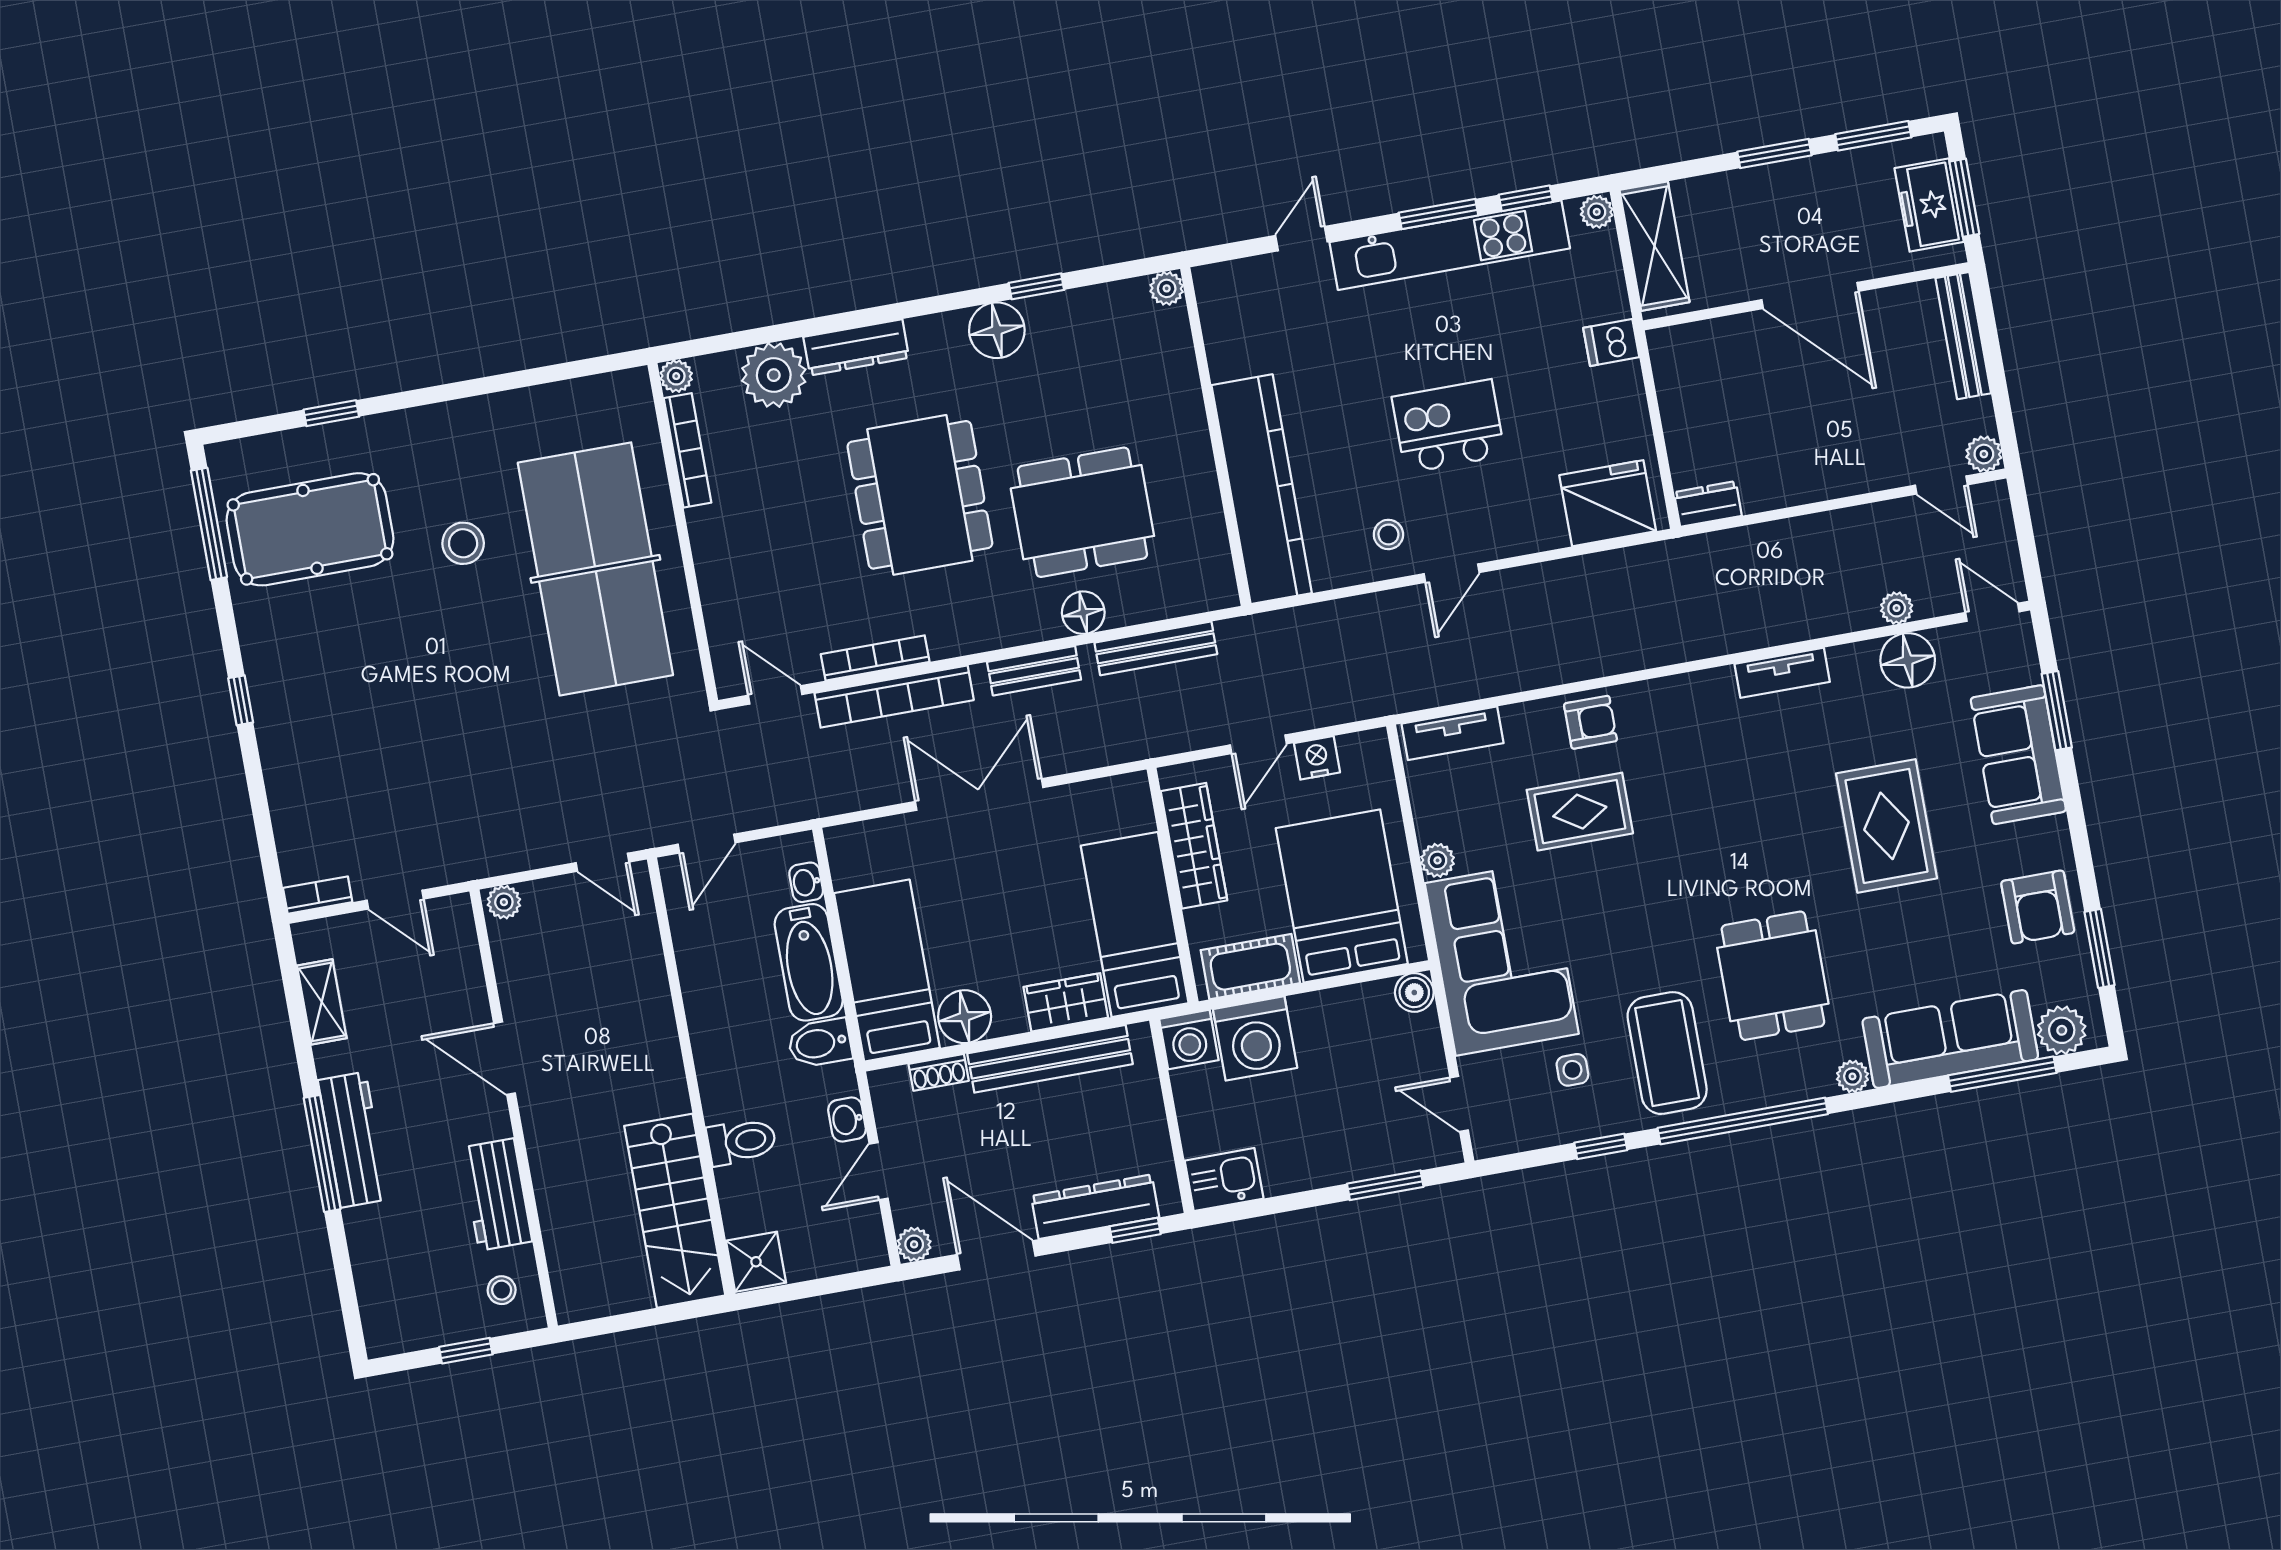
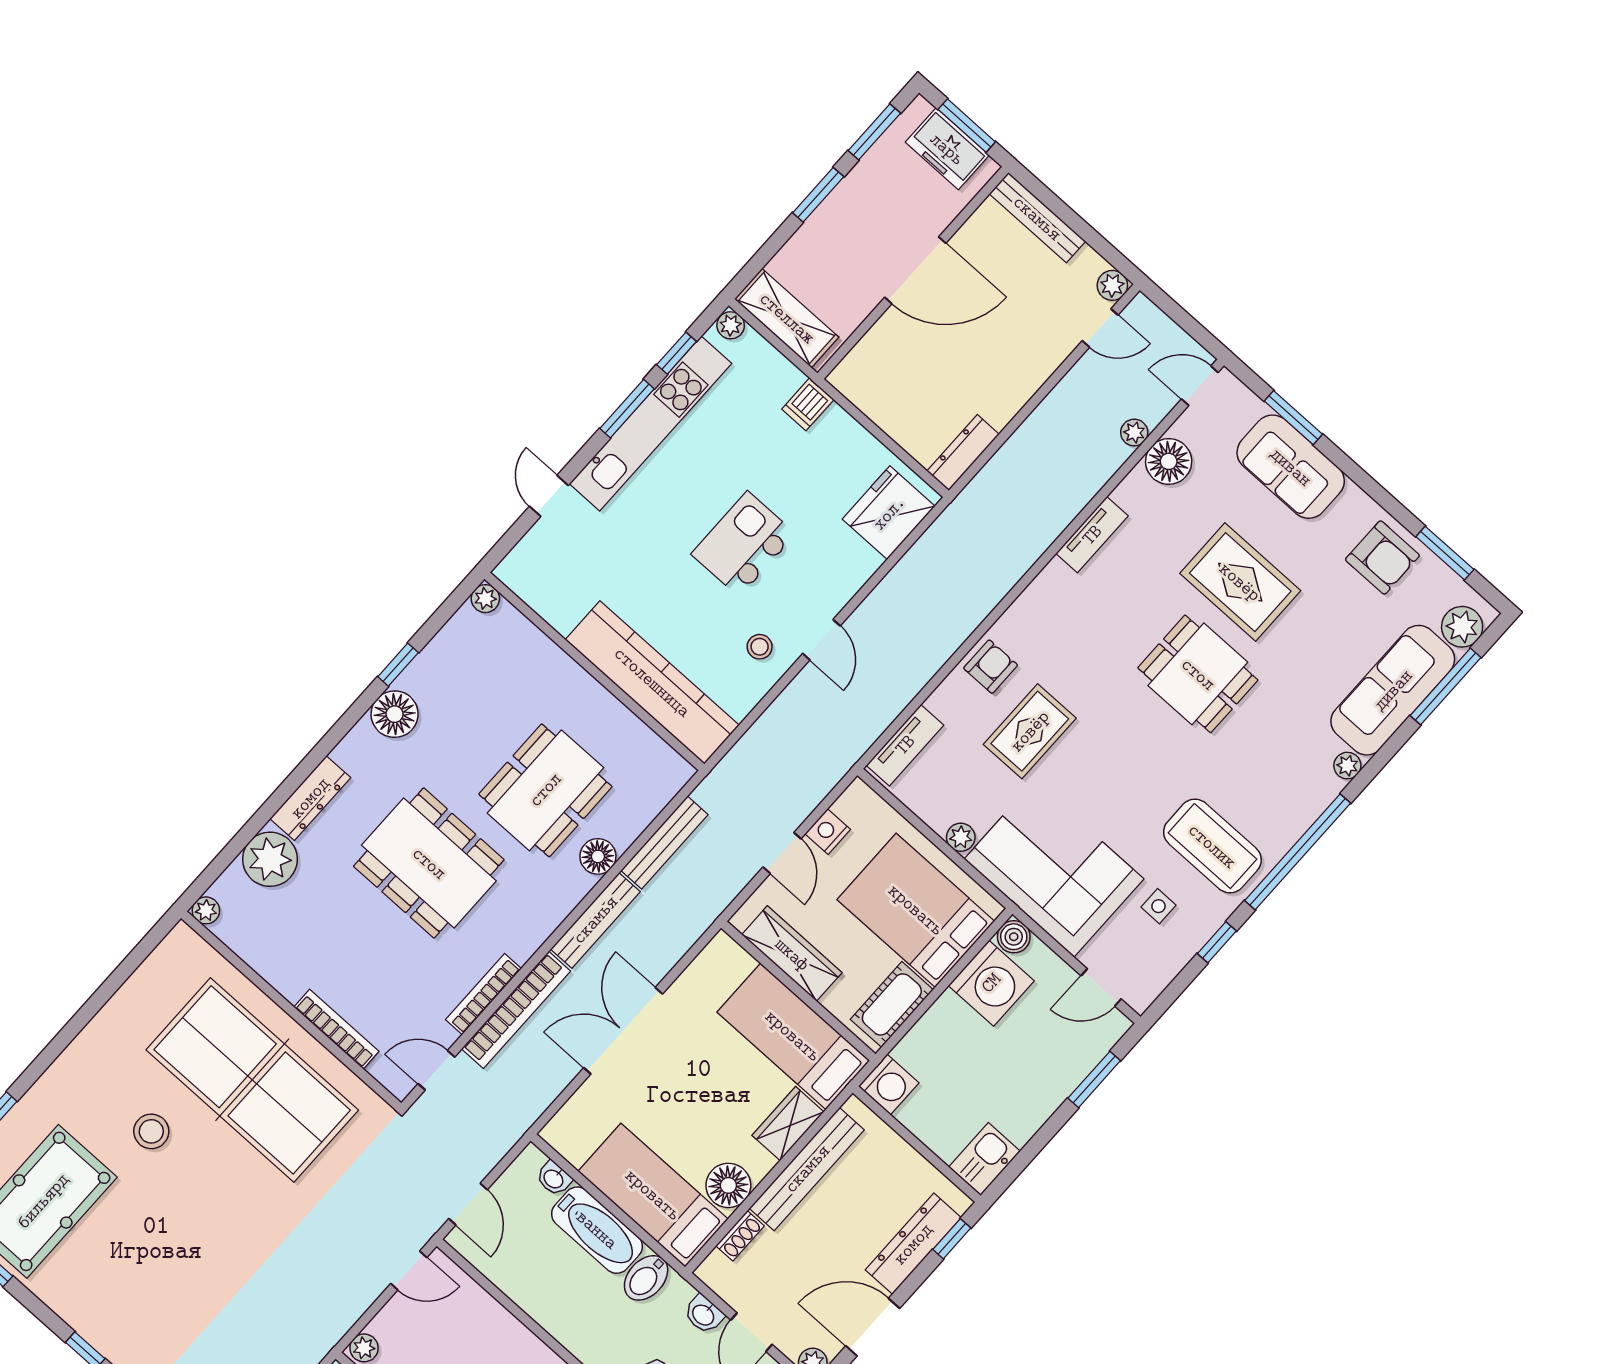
bookcase: (688, 450) -> (336, 1029), moved
dresser: (1708, 504) -> (963, 453), width x1.44
bench: (1034, 671) -> (595, 920), width x1.36
dining table: (1773, 976) -> (1198, 674), moved
washing machine: (1255, 1038) -> (991, 983), moved

